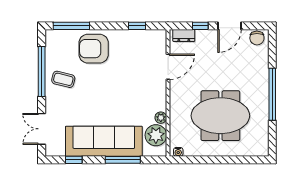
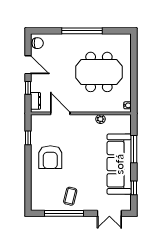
window: (71, 26) -> (28, 190), removed
armchair: (94, 49) -> (50, 157), moved
meeting table: (220, 116) -> (99, 72), turned 90
plant: (156, 135) -> (114, 123), removed

